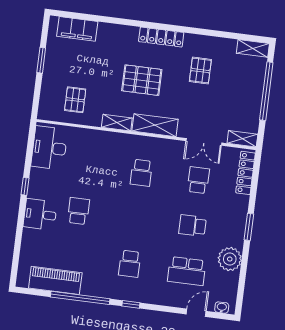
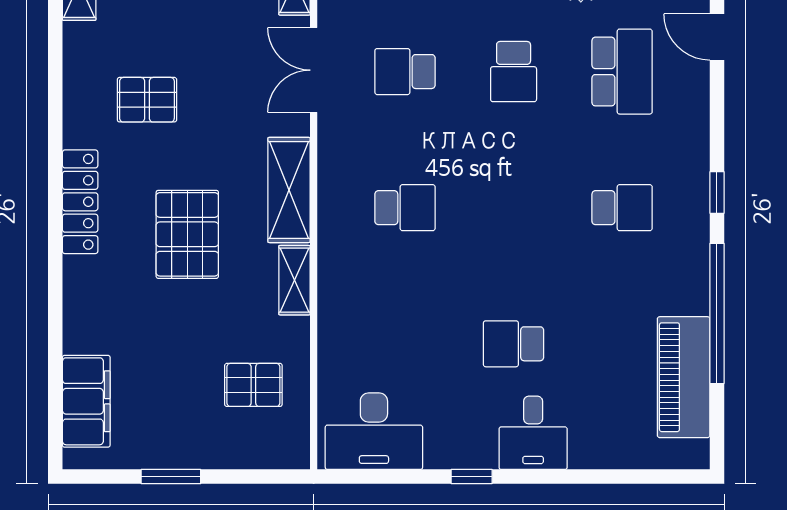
double door: (204, 142) -> (314, 70), swing flipped

